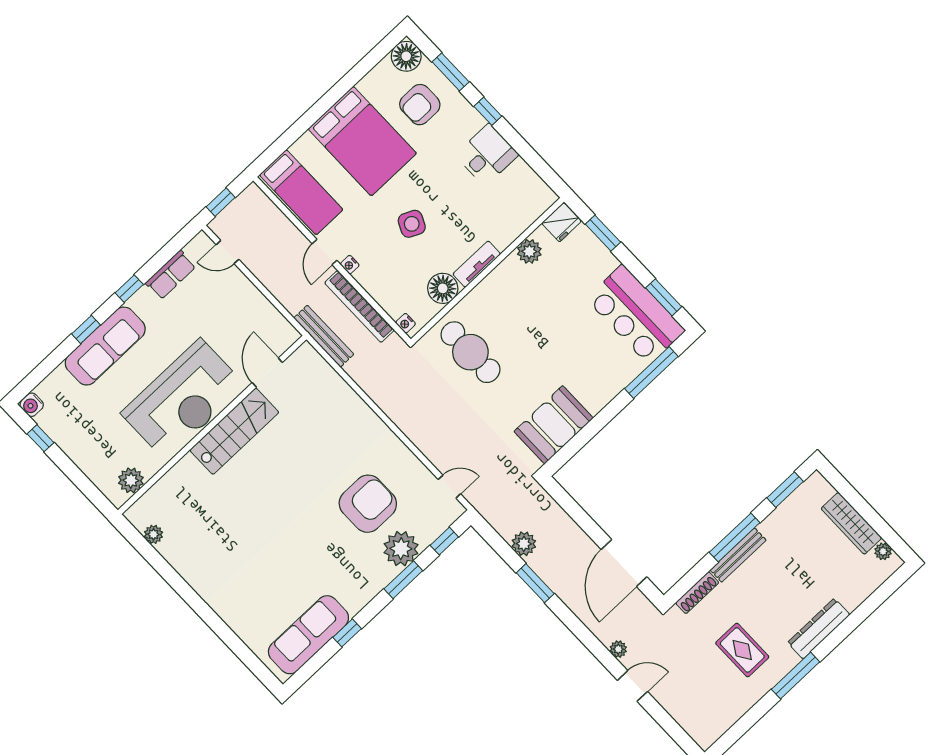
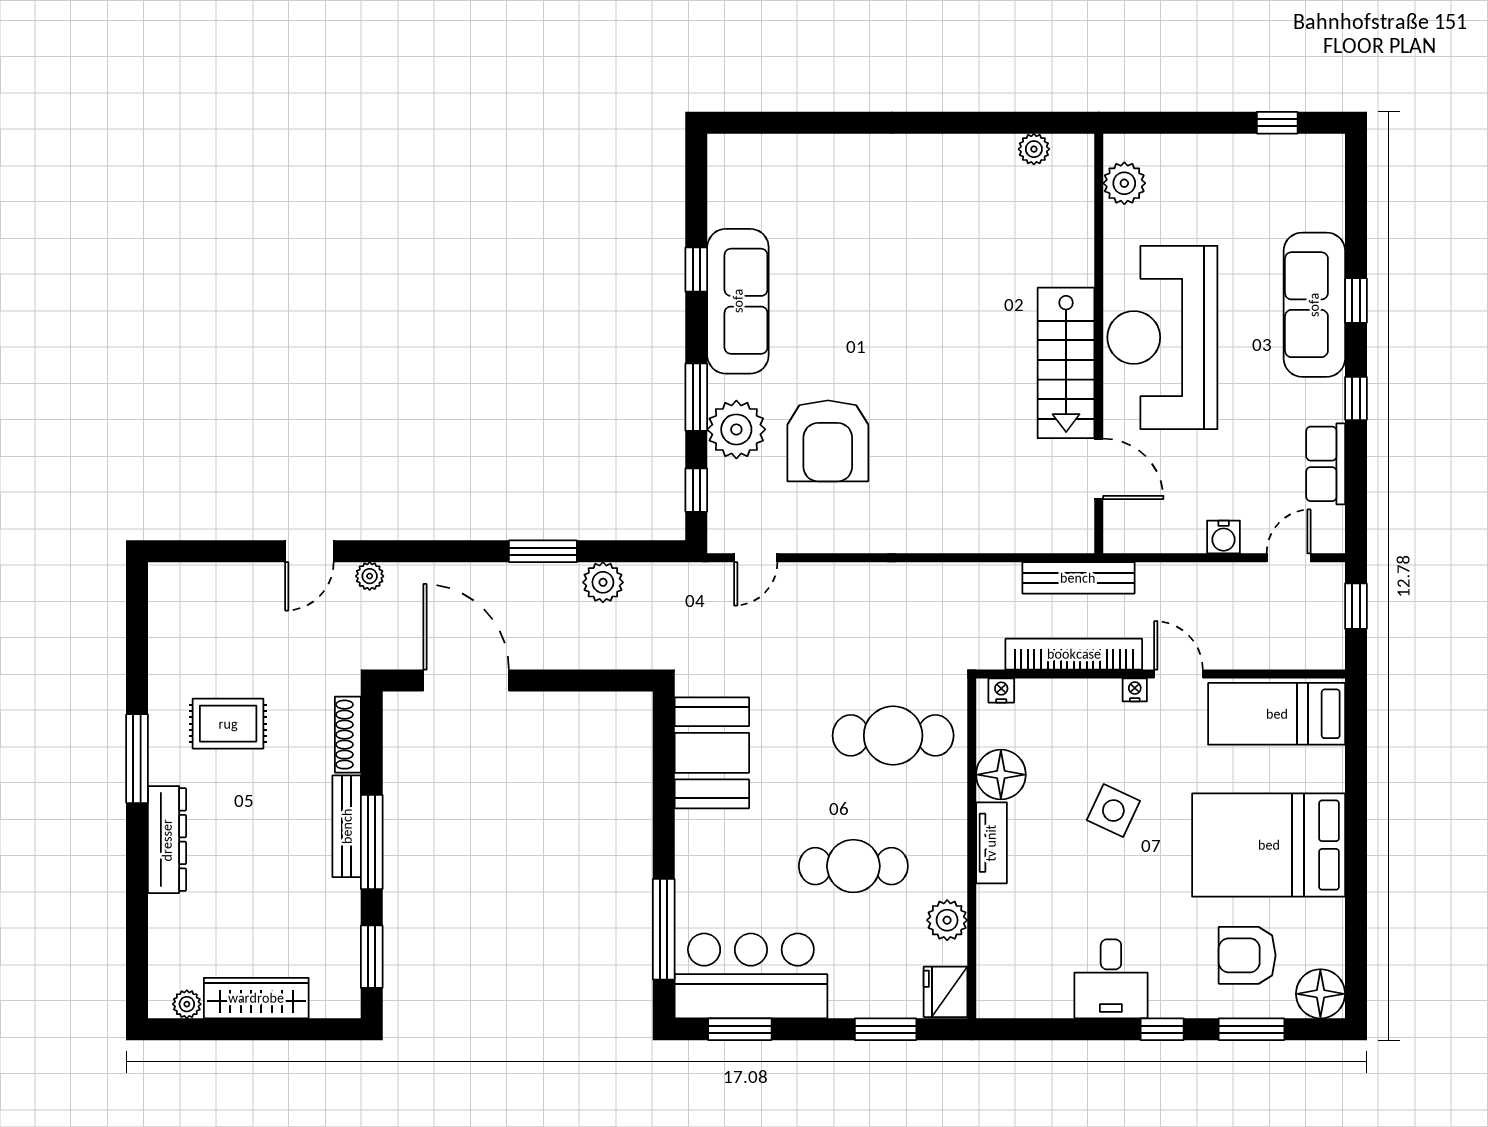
armchair: (420, 105) -> (1247, 955), turned -90
cafe table: (545, 315) -> (853, 866), added
water cooler: (32, 405) -> (1224, 537), moved, turned 180
sofa: (308, 635) -> (738, 301), moved

